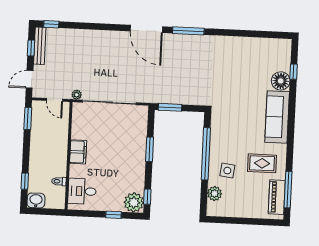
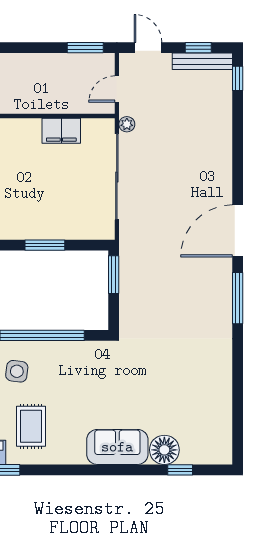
sofa: (277, 117) -> (117, 447), width x0.73
filing cabinet: (78, 152) -> (61, 131), moved

